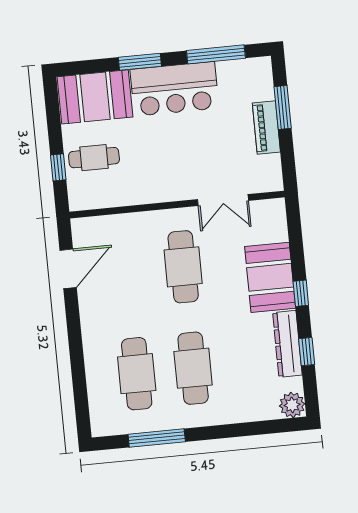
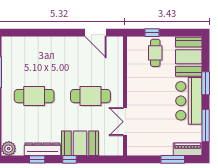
piano: (266, 128) -> (188, 149), moved
cafe table: (137, 374) -> (34, 65), removed

